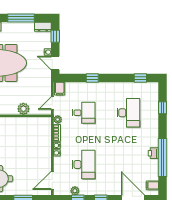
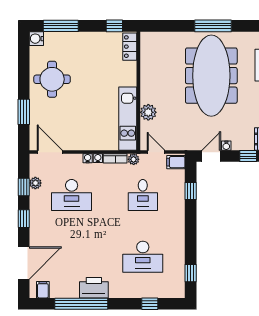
window: (92, 78) -> (191, 191), moved
kitchen unit: (28, 124) -> (128, 119), added
printer: (153, 153) -> (94, 288), width x1.87, depth x1.48

